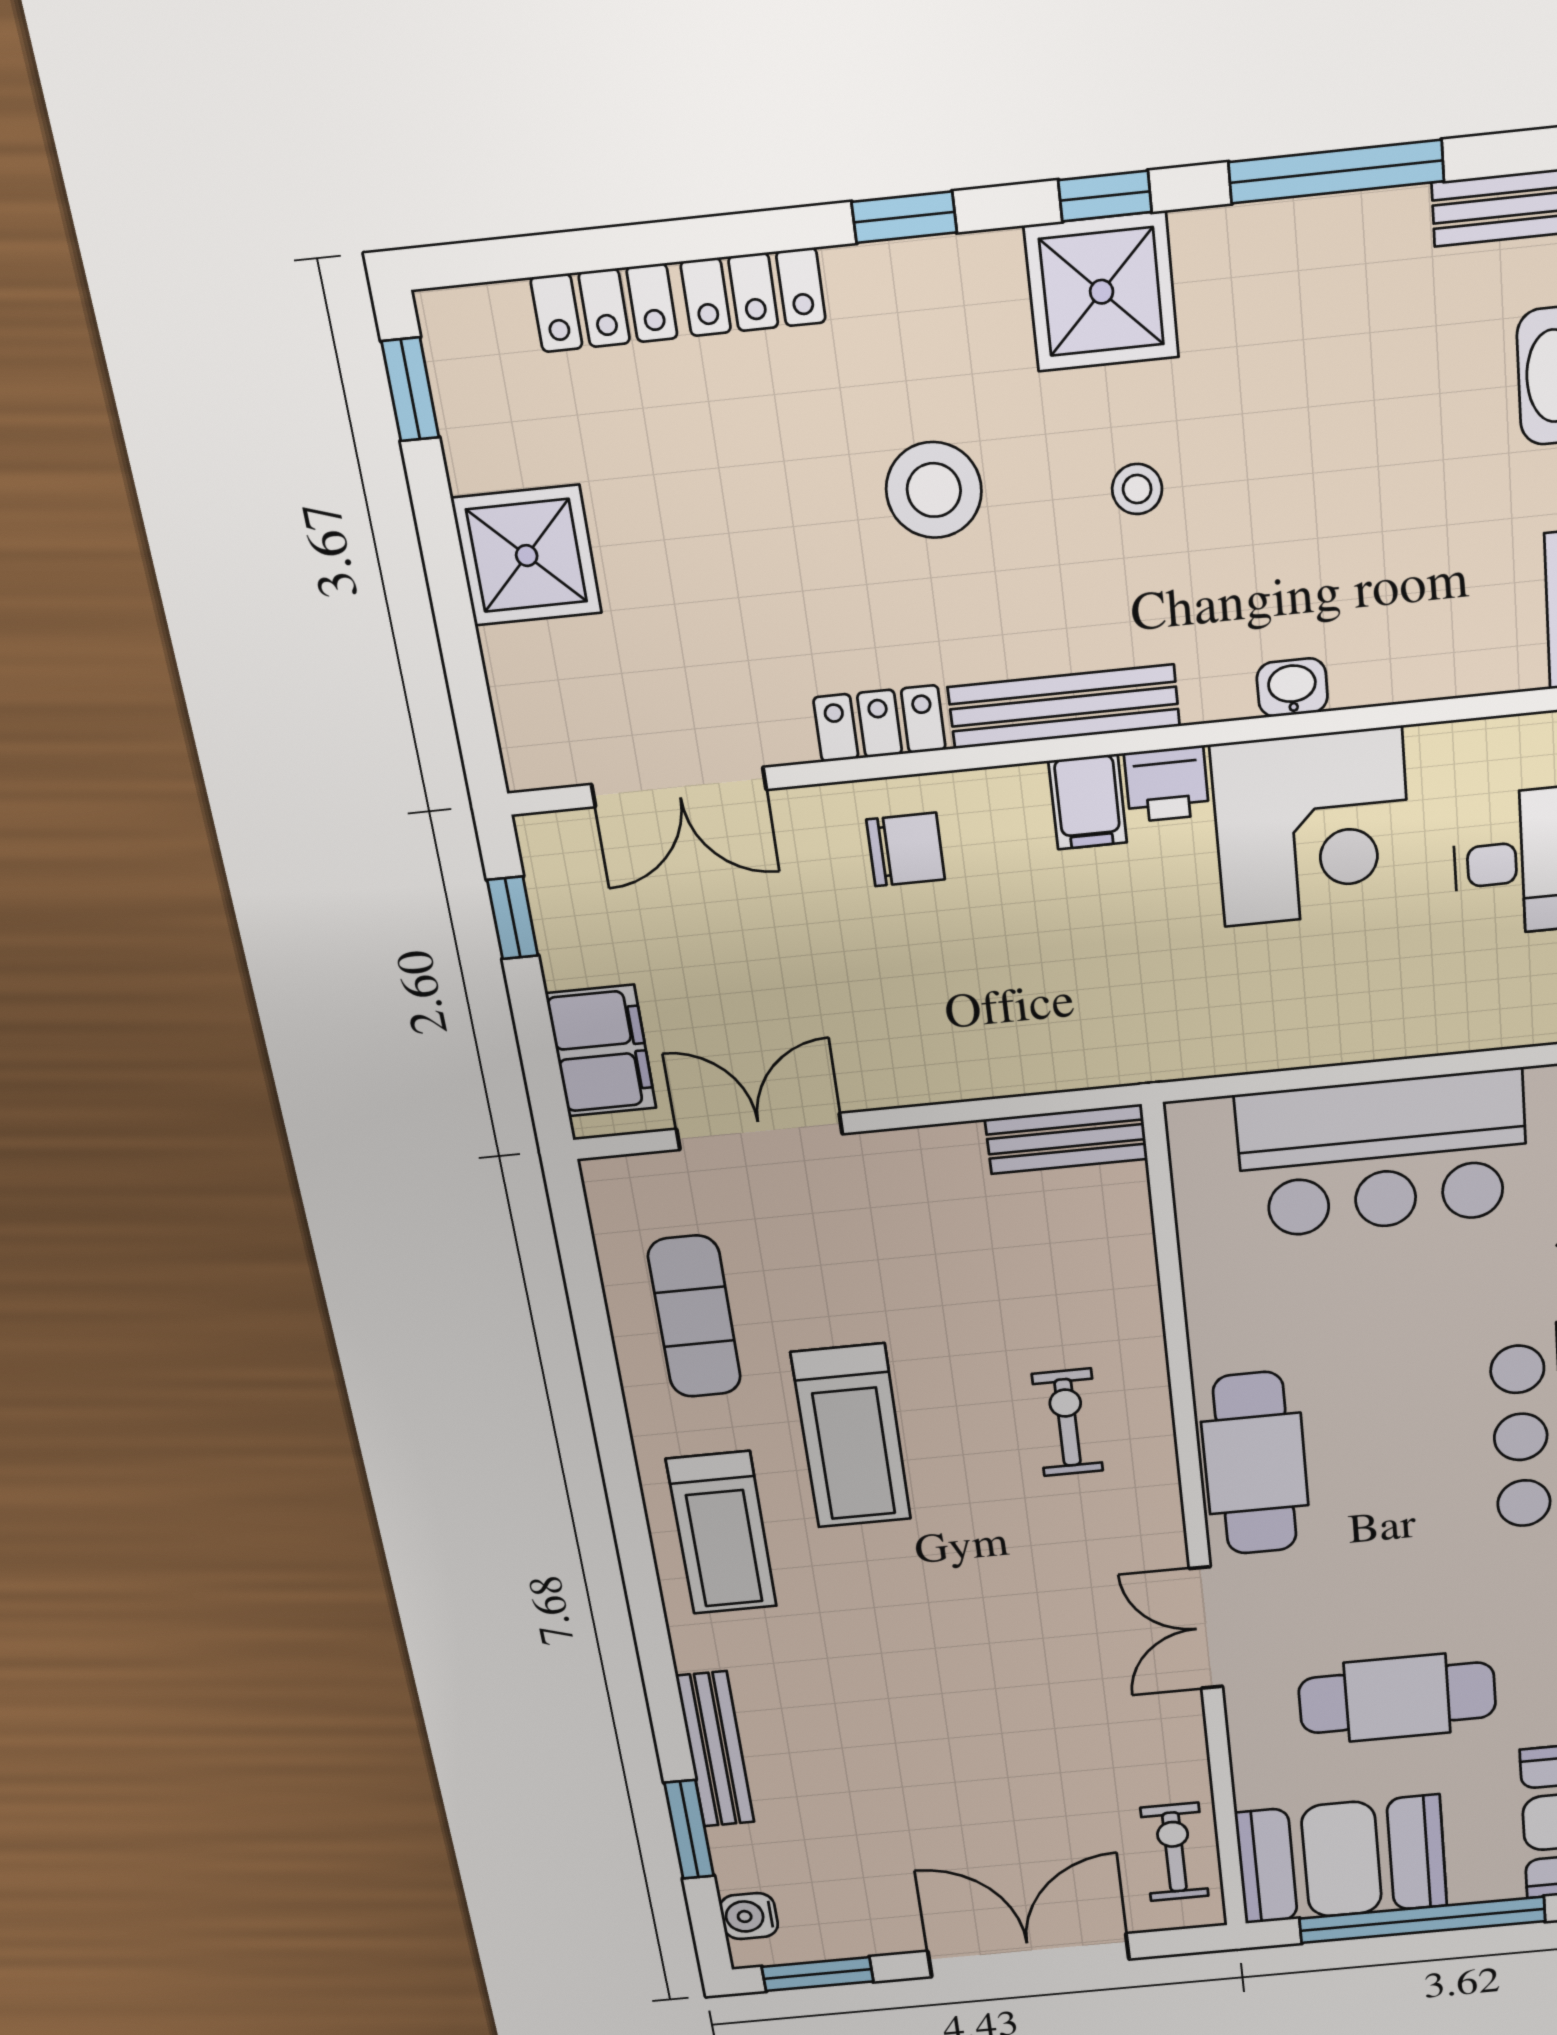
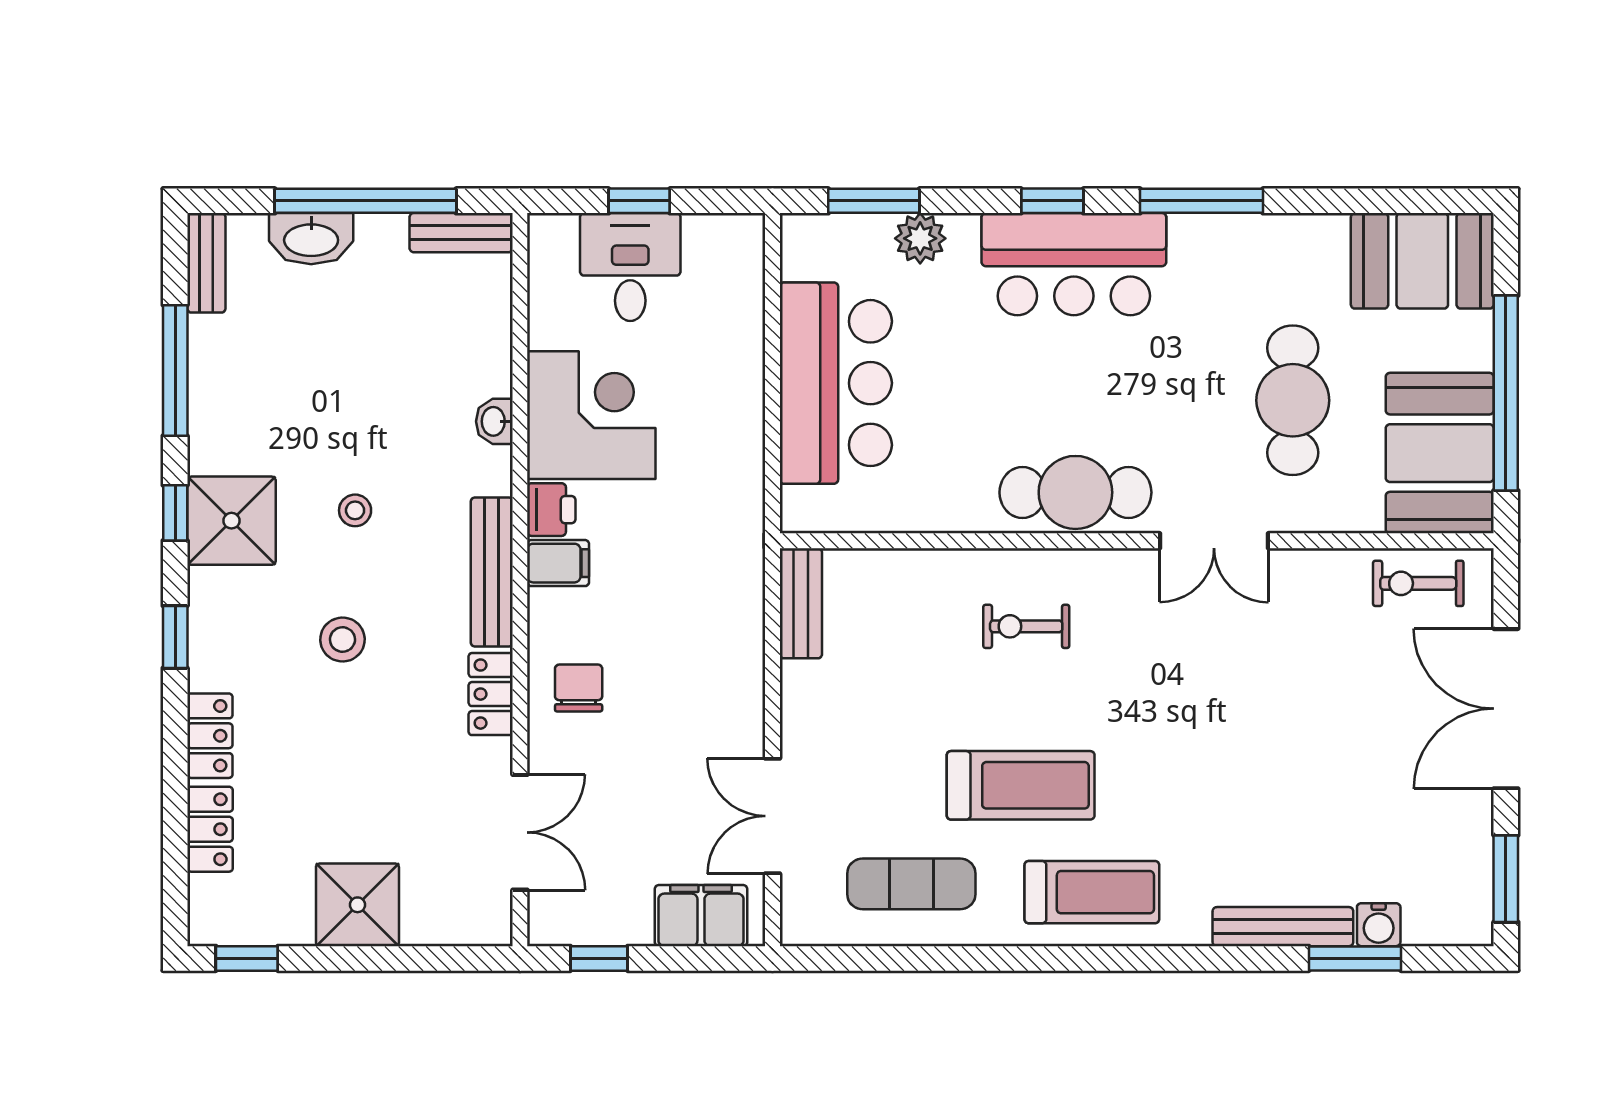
stool: (934, 490) -> (342, 640), width x0.73, depth x0.73
water cooler: (749, 1916) -> (1379, 925), moved

